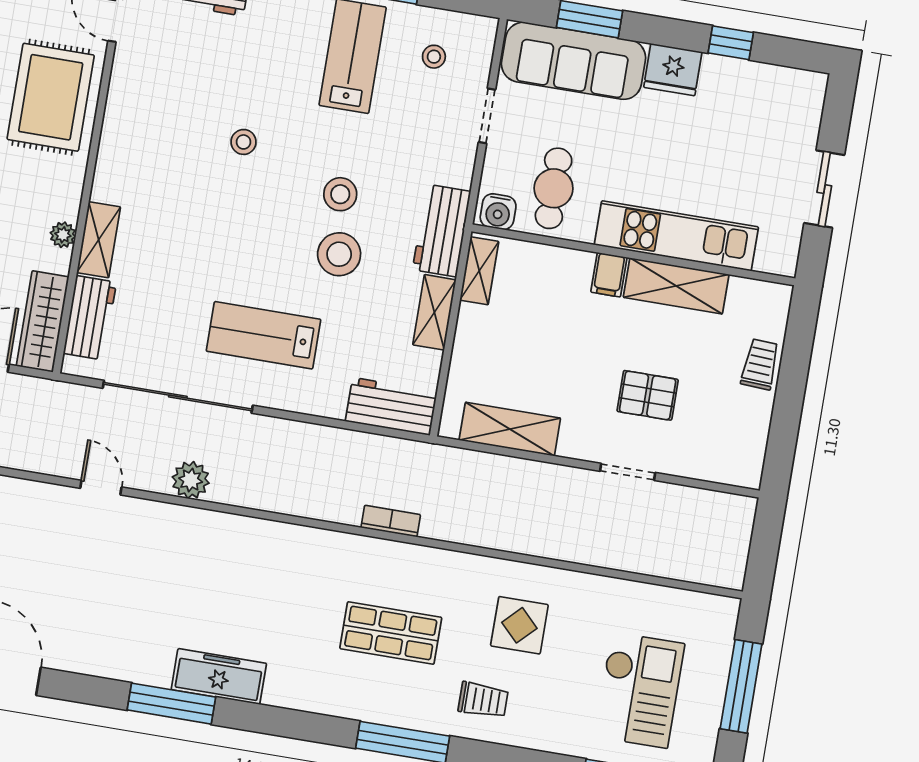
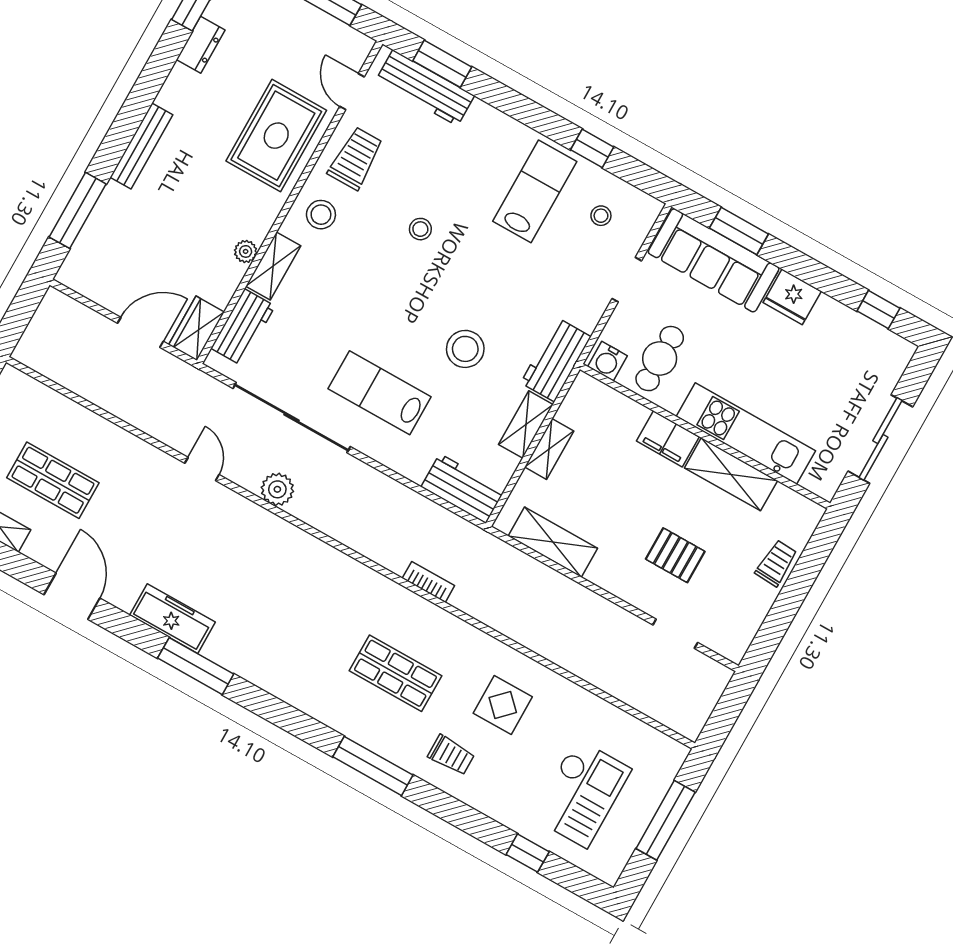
window: (731, 43) -> (878, 310), moved
trolley: (146, 91) -> (356, 158), added
sliding door: (824, 189) -> (880, 439), width x1.37
stool: (340, 194) -> (321, 215), moved
shelving: (479, 271) -> (549, 449), moved
filing cabinet: (609, 275) -> (668, 439), width x2.00
wardrobe: (43, 321) -> (197, 328), width x0.67
doorway: (628, 472) -> (675, 634), moved
freezer: (219, 676) -> (172, 619), moved

